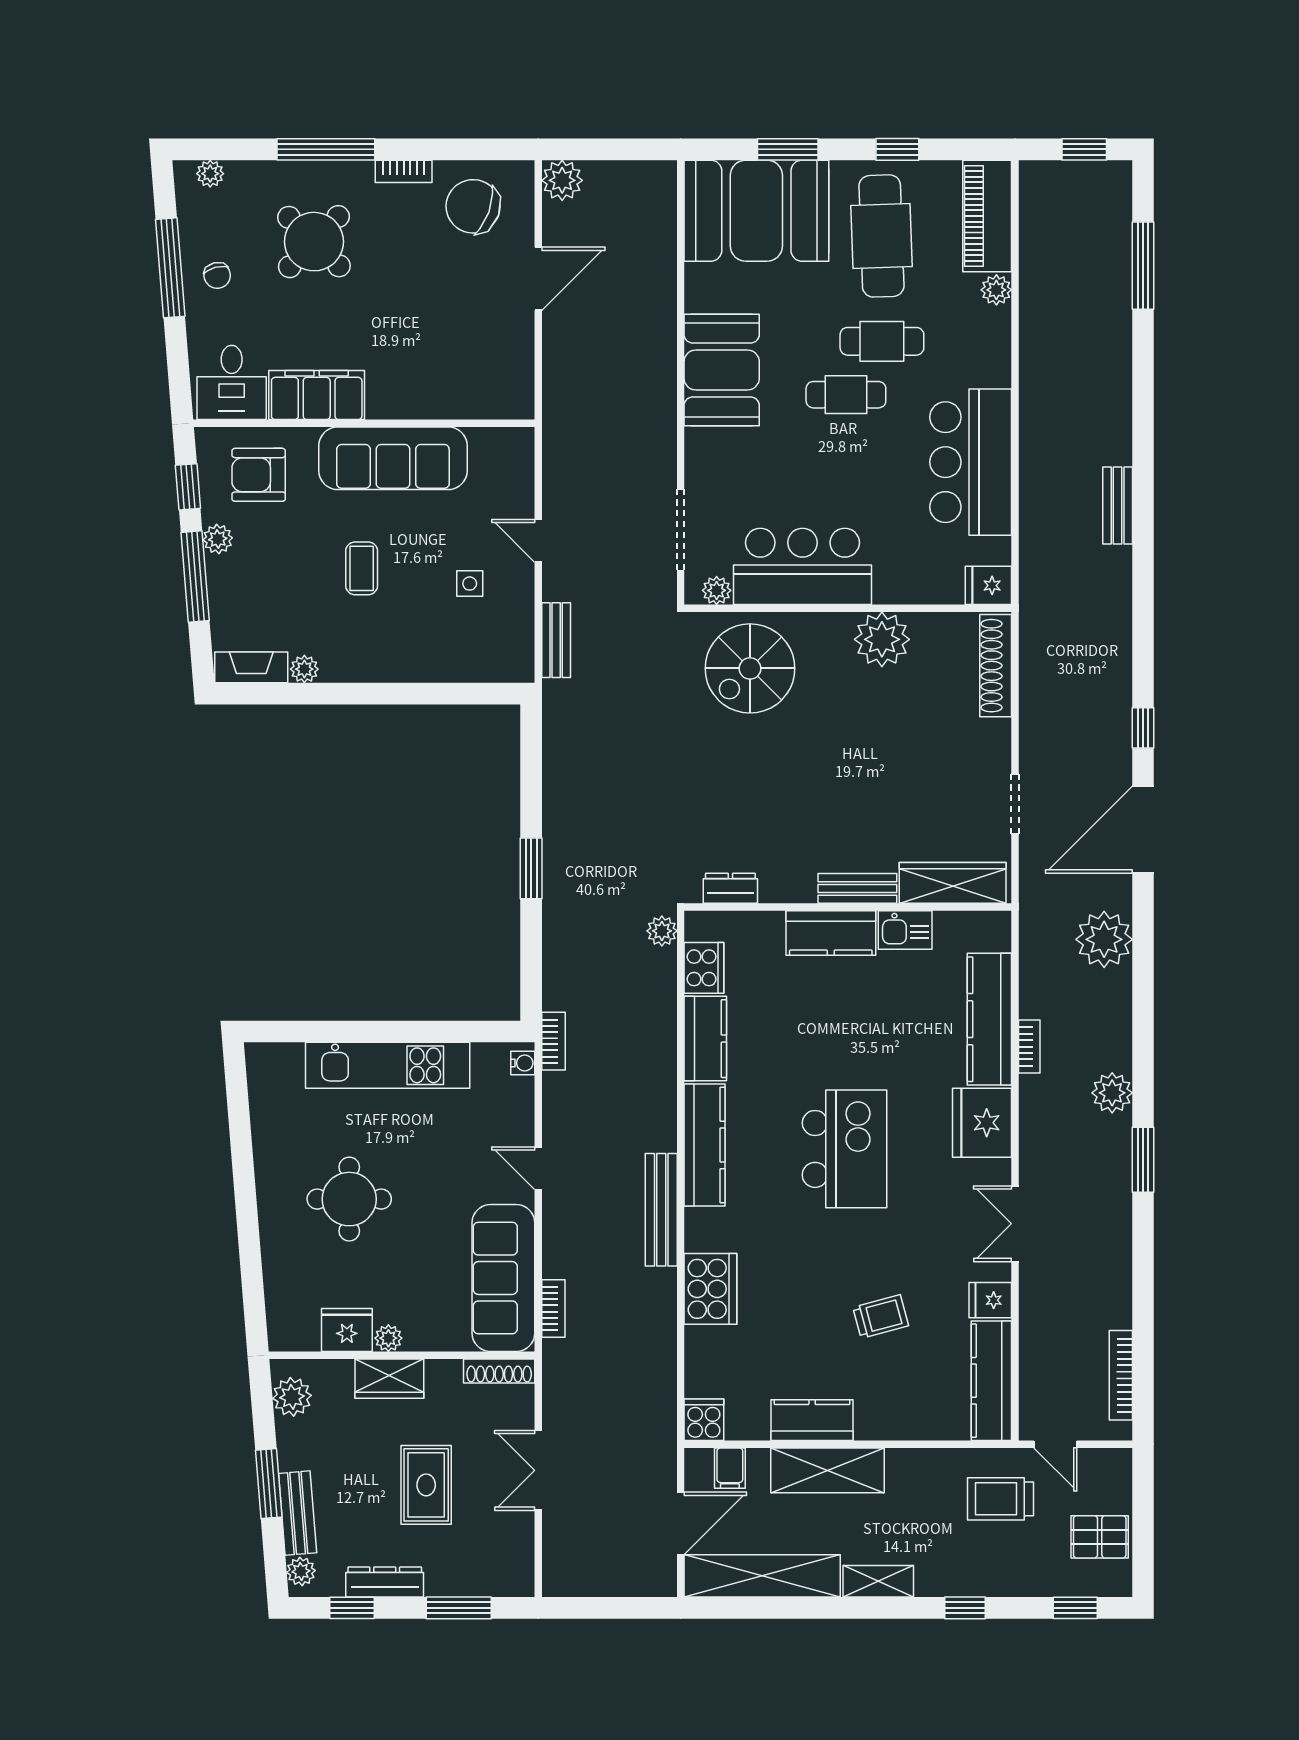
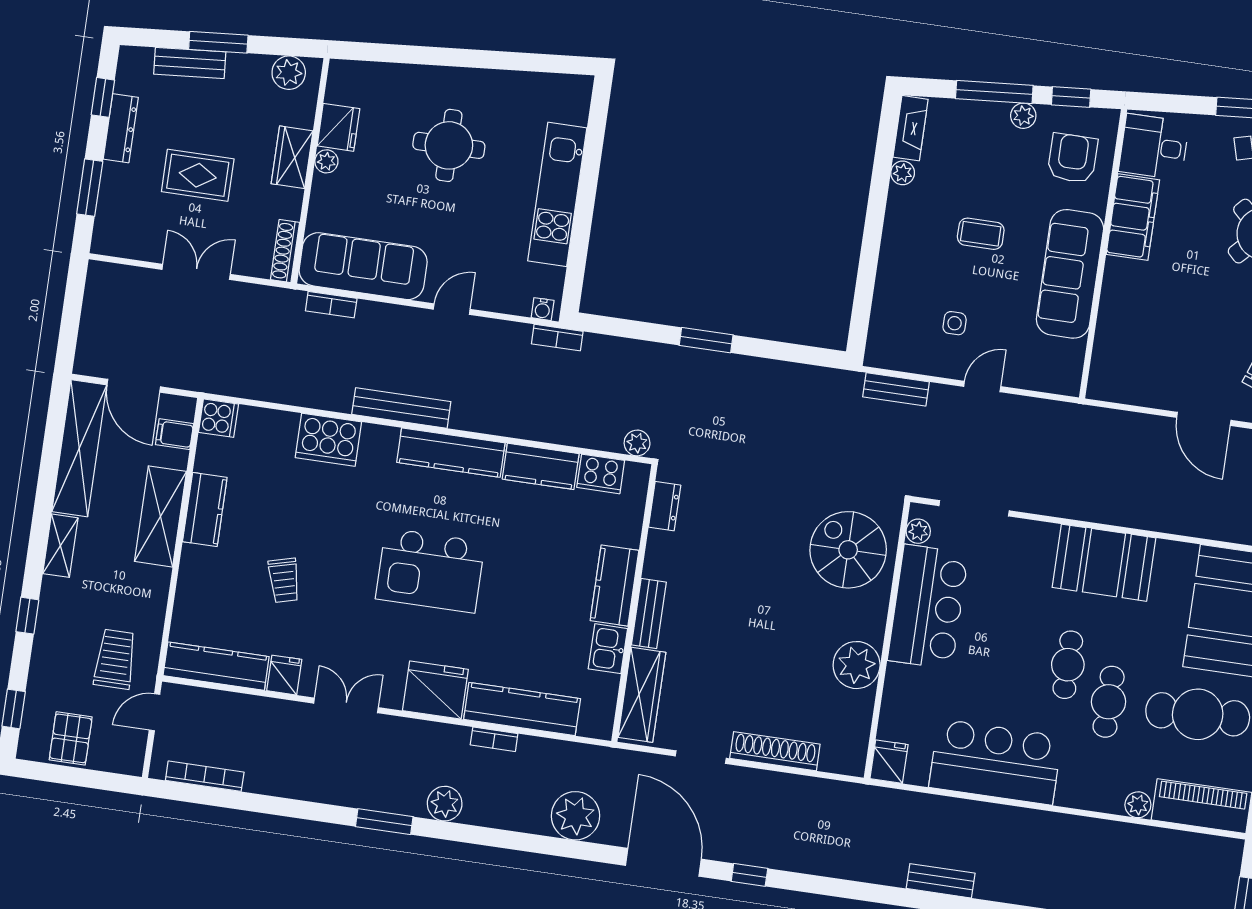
shoe rack: (996, 666) -> (775, 751), moved
plant: (301, 1571) -> (140, 59), removed

